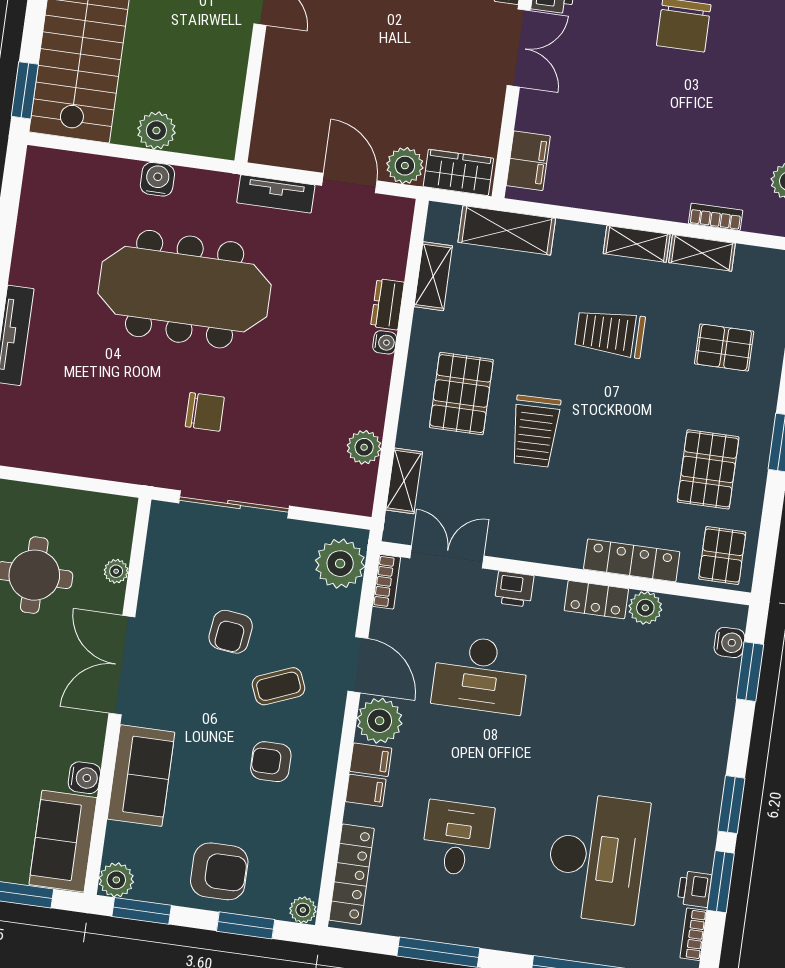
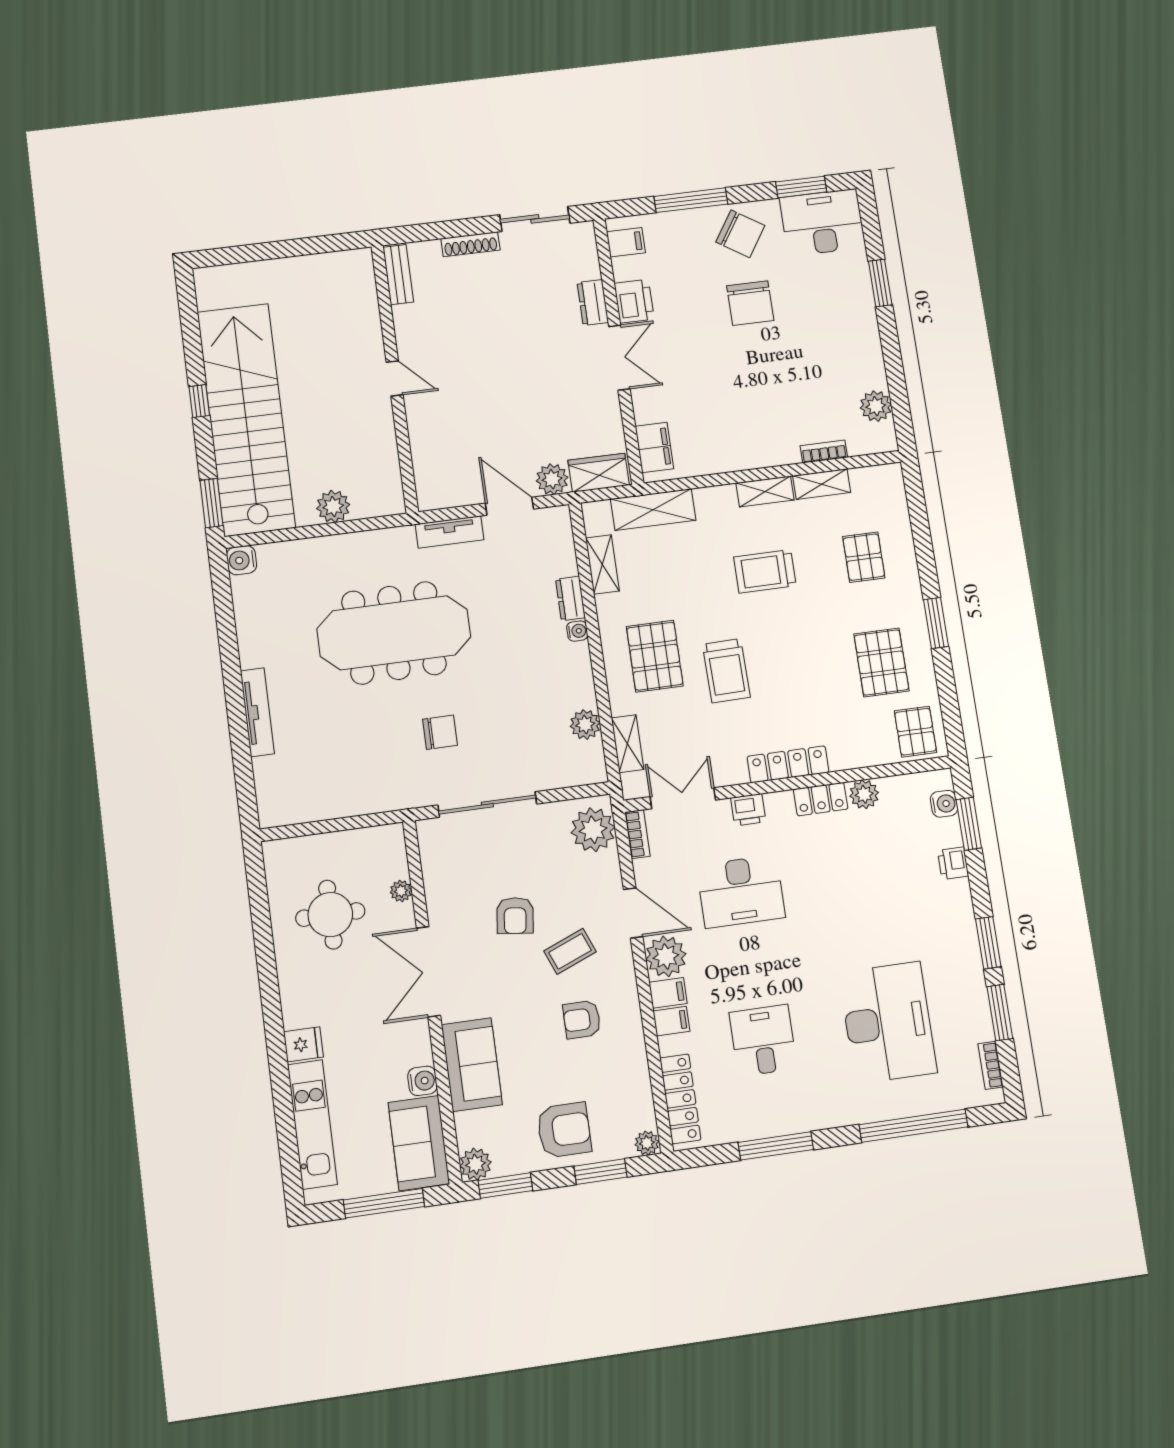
water cooler: (157, 179) -> (242, 560), moved, turned -90
pallet: (724, 348) -> (864, 557), turned 90
locker: (632, 560) -> (788, 764), moved
printer: (694, 889) -> (953, 863), moved

